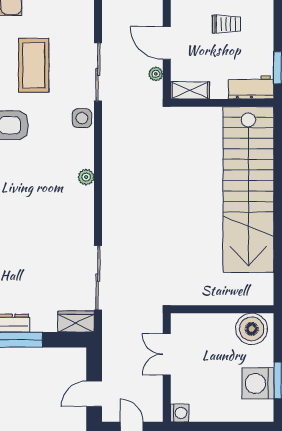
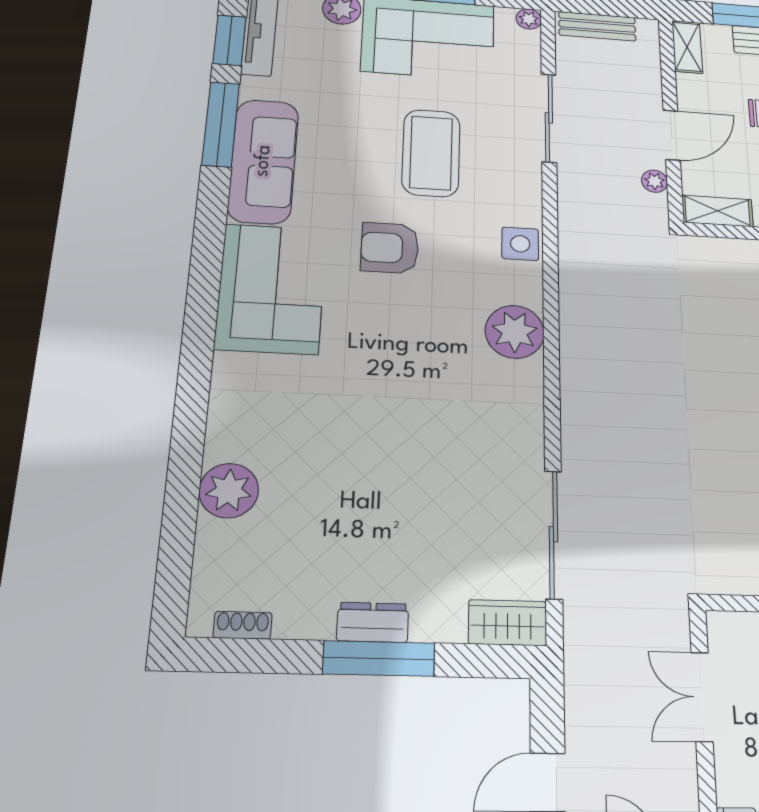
door: (167, 43) -> (672, 135), swing flipped
sliding door: (98, 72) -> (549, 118), moved
plant: (86, 177) -> (515, 332), width x1.88, depth x1.88

